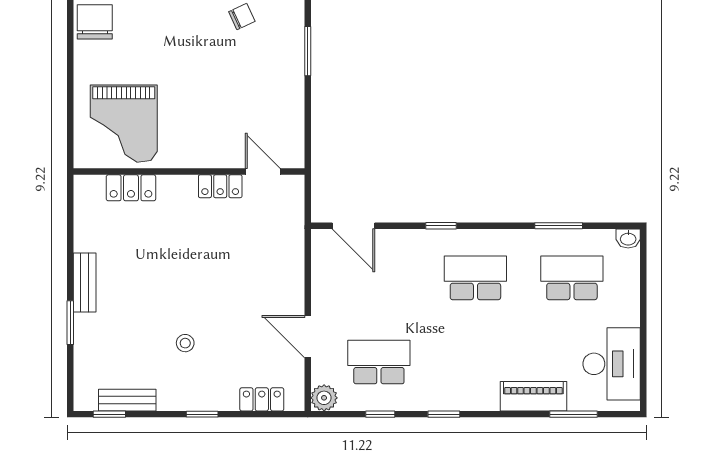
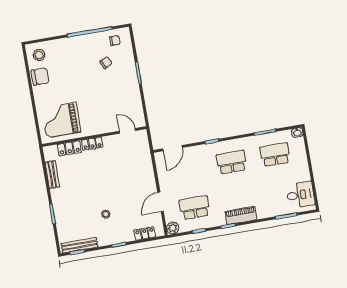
chair: (95, 22) -> (40, 76), turned 90
grand piano: (124, 124) -> (61, 120), turned 90
locker: (220, 186) -> (92, 144), moved
door: (354, 226) -> (173, 148), hinge flipped
bench: (85, 282) -> (52, 175), moved
door: (308, 337) -> (161, 202), hinge flipped
desk: (612, 364) -> (300, 195), width x0.73
piano: (533, 396) -> (241, 215), moved
bench: (127, 400) -> (79, 245), width x1.36

